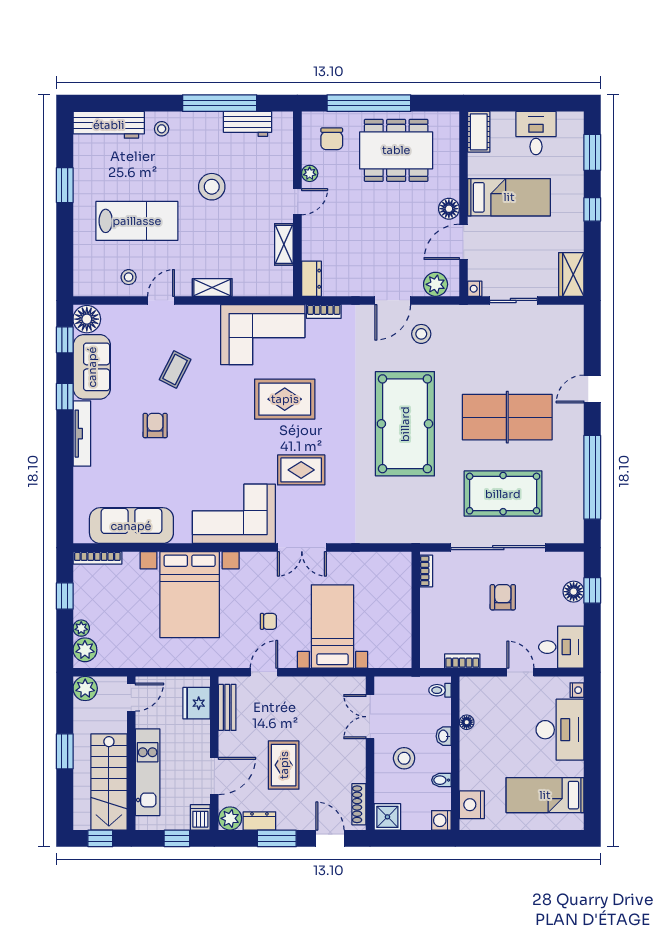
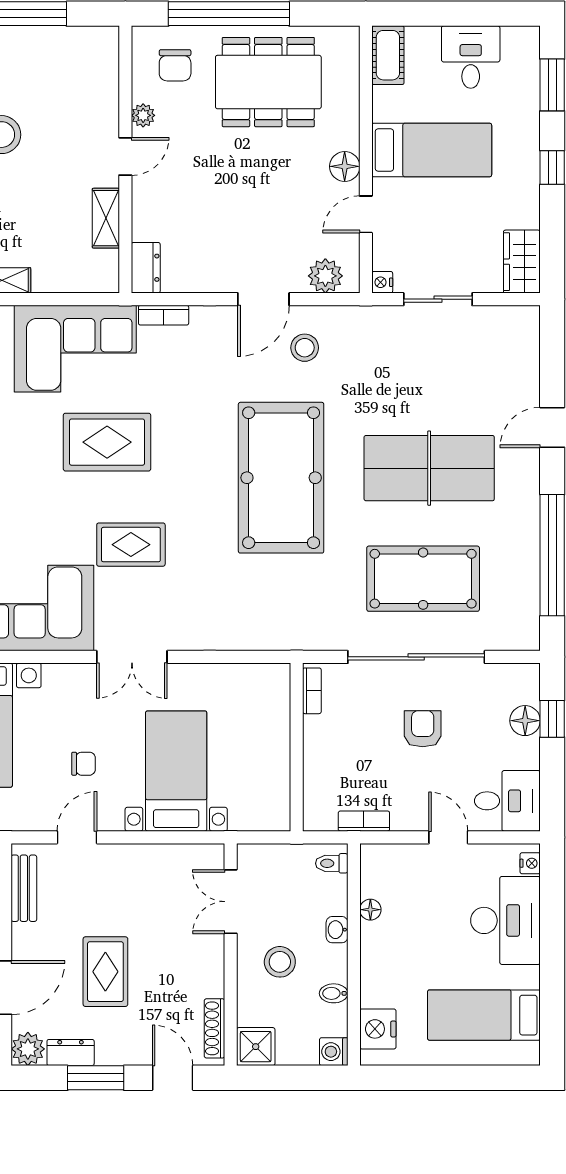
workbench: (248, 124) -> (53, 44), removed
door: (464, 242) -> (366, 214), width x0.73

